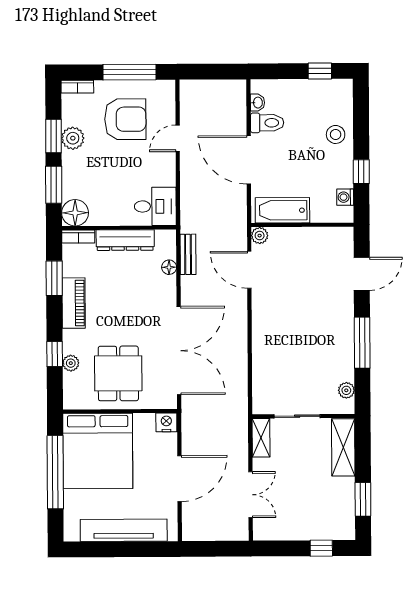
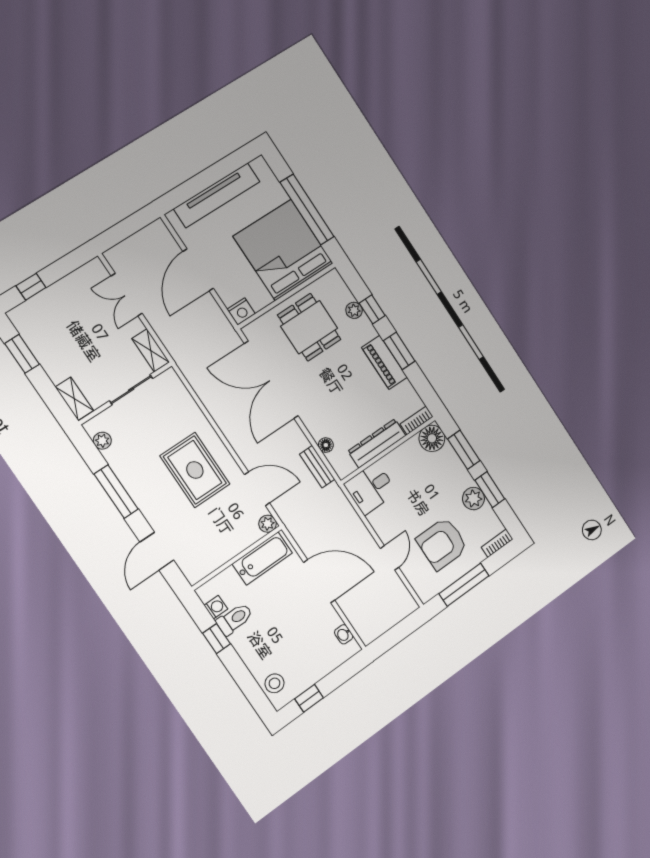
toilet: (267, 123) -> (235, 619), moved, turned 180
stool: (336, 134) -> (275, 683), moved
window: (54, 278) -> (399, 351), moved
rug: (289, 318) -> (195, 470), added
shelving: (343, 447) -> (74, 399), width x0.67, depth x0.75

